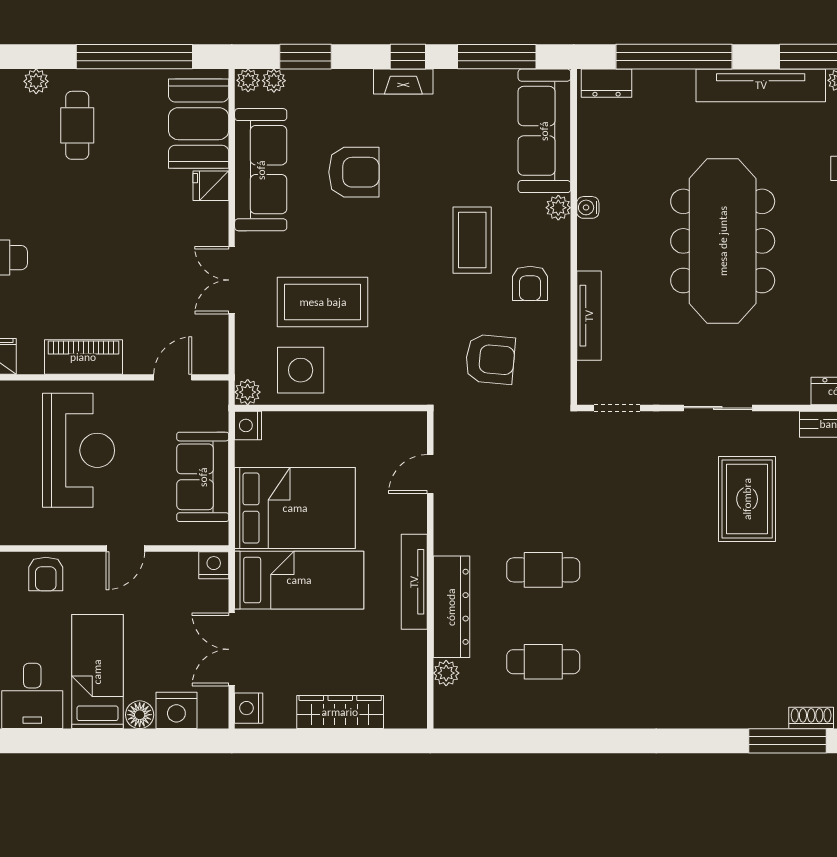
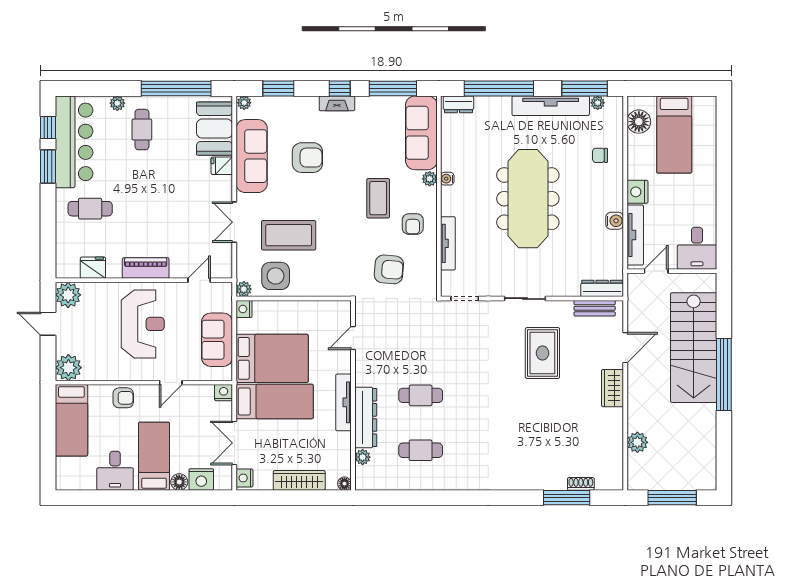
plant: (274, 81) -> (260, 103), removed
armchair: (46, 574) -> (123, 398), turned -90
floor lamp: (416, 717) -> (344, 484), added

